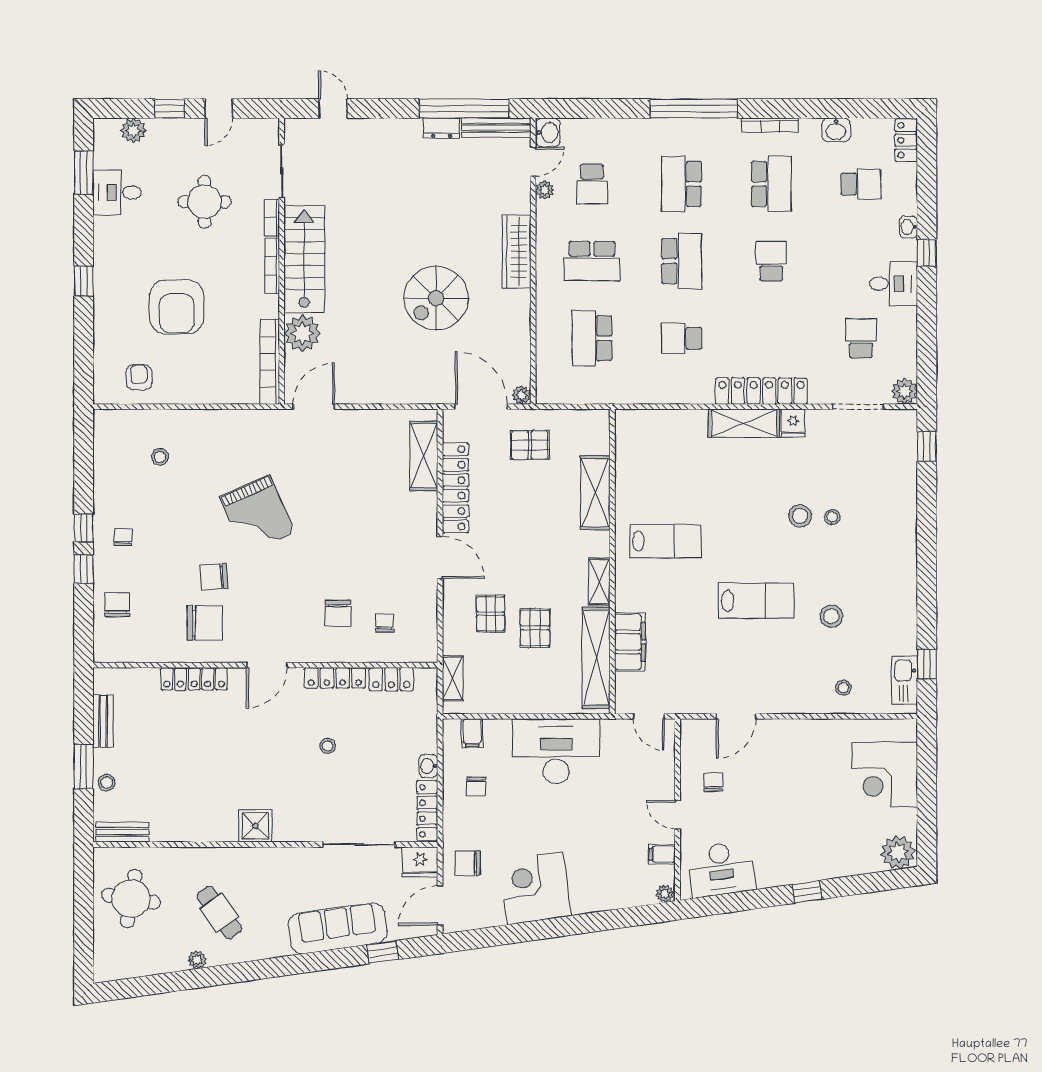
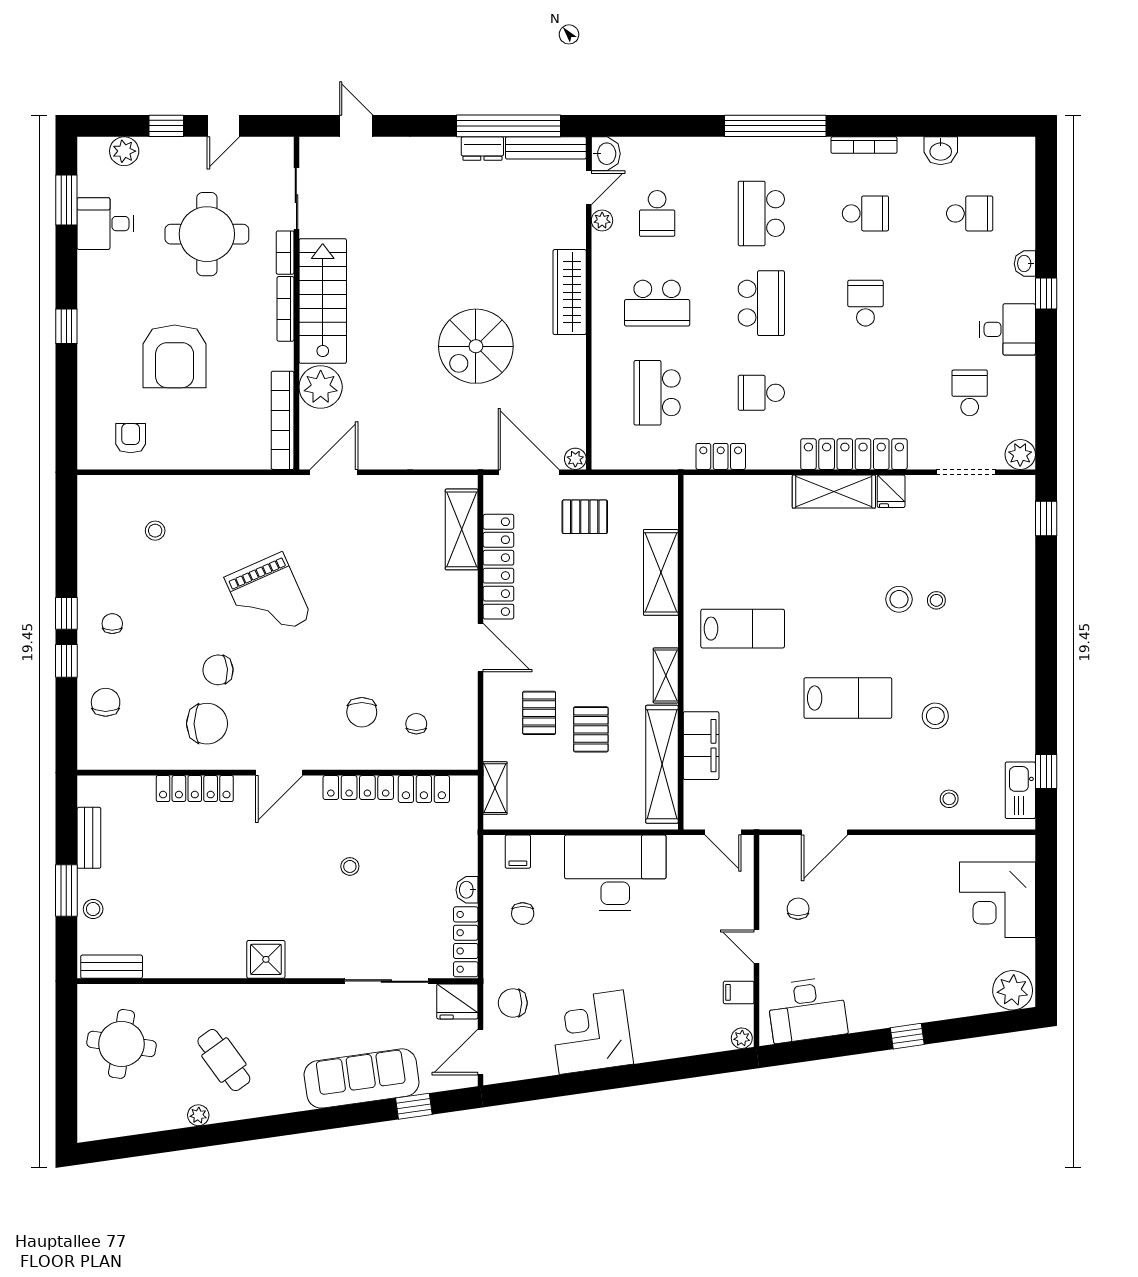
locker: (906, 140) -> (721, 456), moved, turned 90
school desk: (771, 184) -> (865, 213), width x0.54
round table: (205, 202) -> (207, 234), width x1.36, depth x1.36

